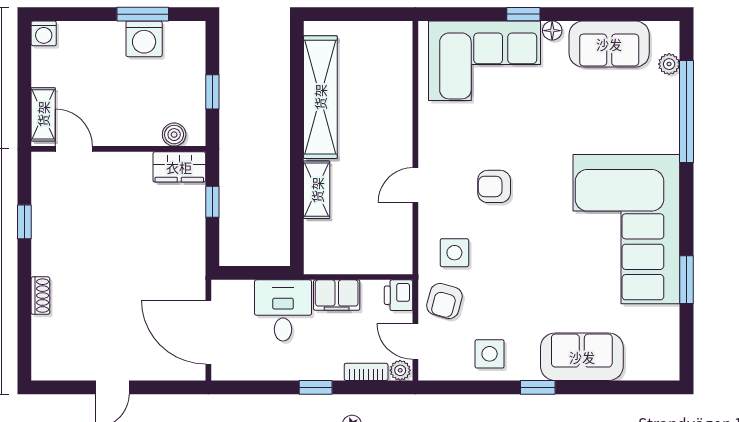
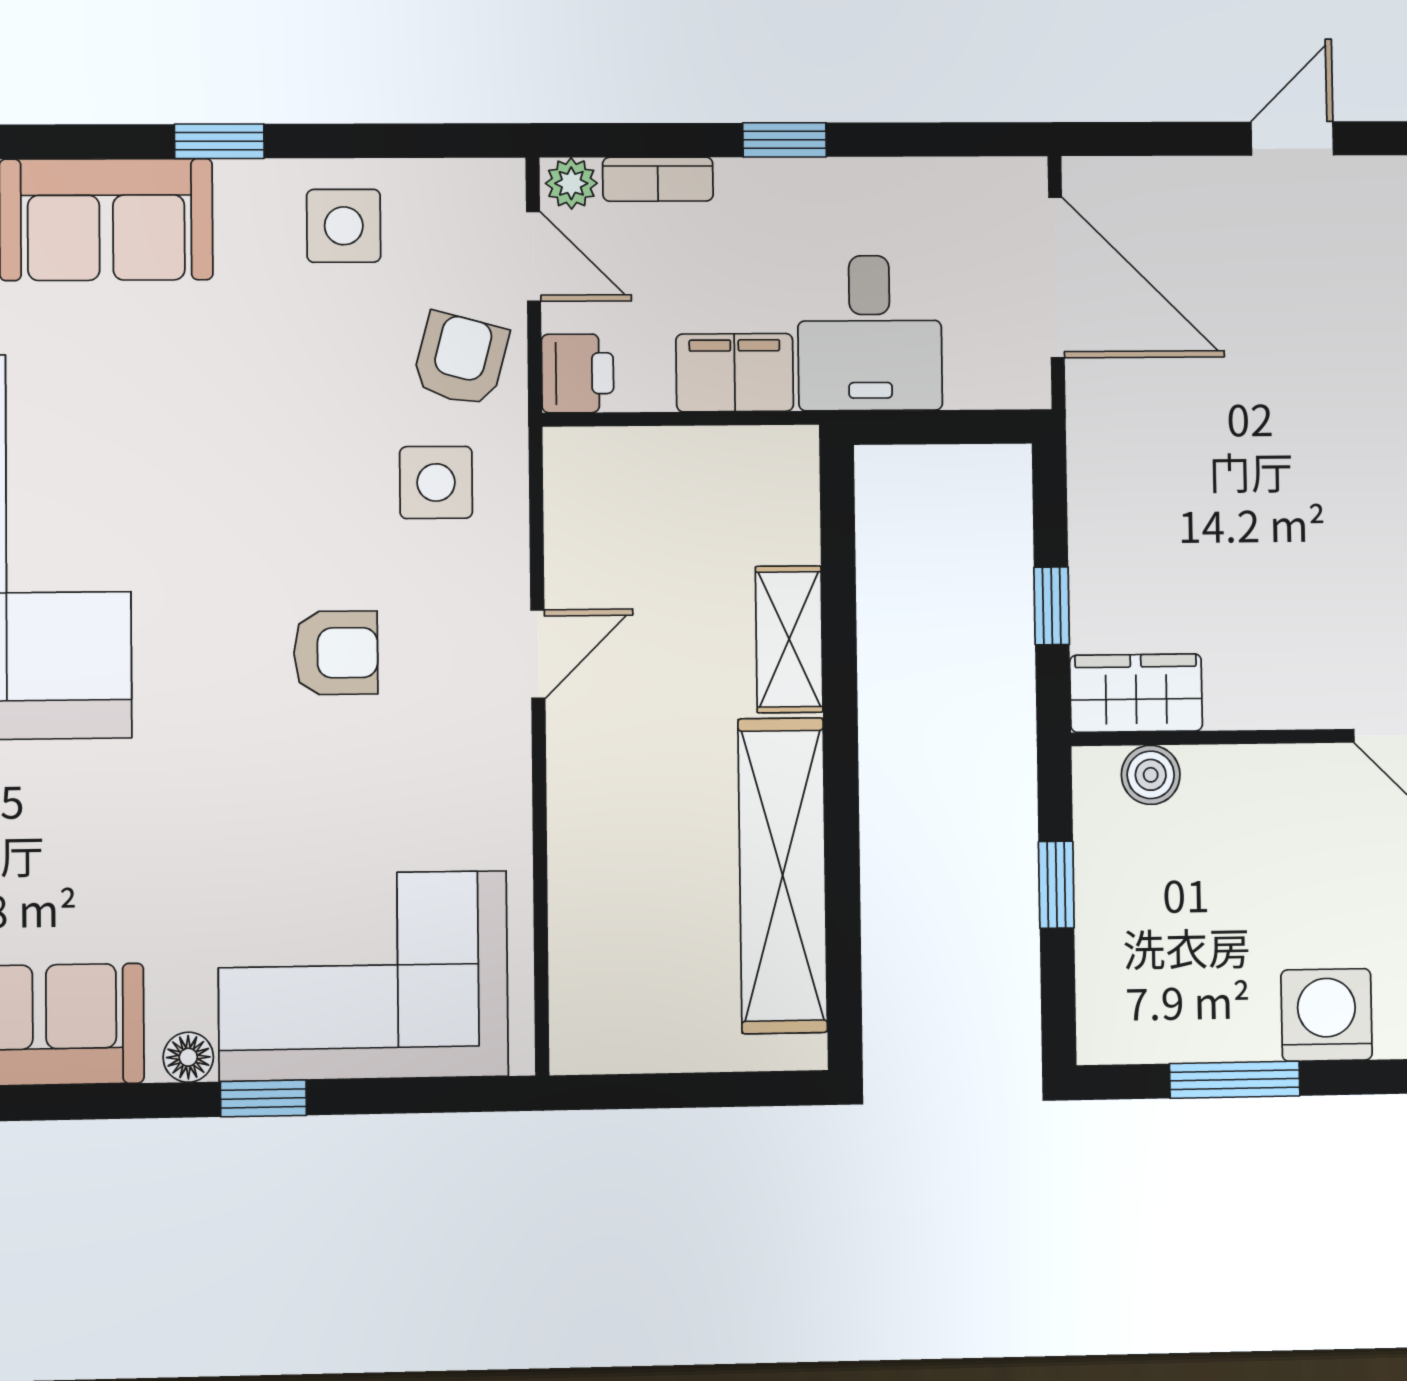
washing machine: (144, 39) -> (1327, 1015), moved

